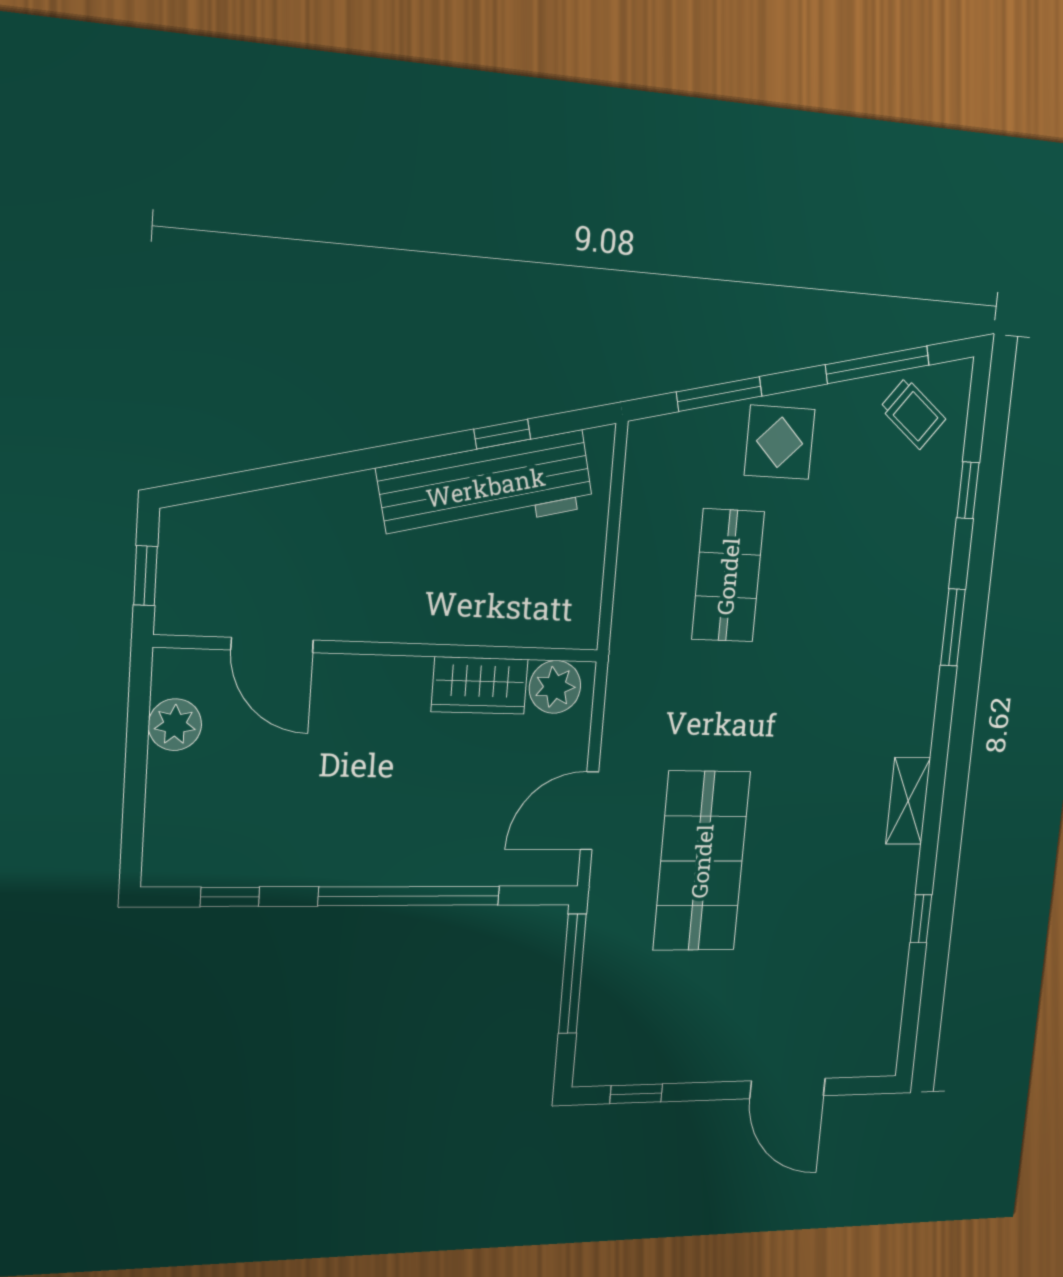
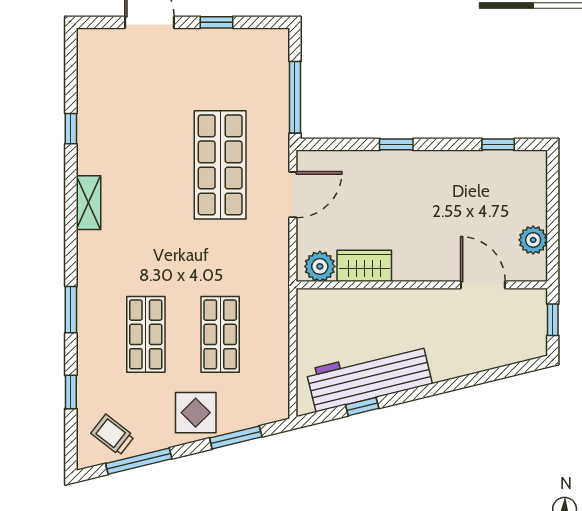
shop shelf: (845, 581) -> (146, 334), added
window: (410, 896) -> (396, 144), width x0.32
window: (636, 1094) -> (216, 22), moved

